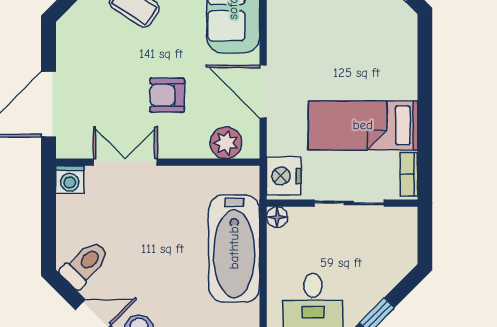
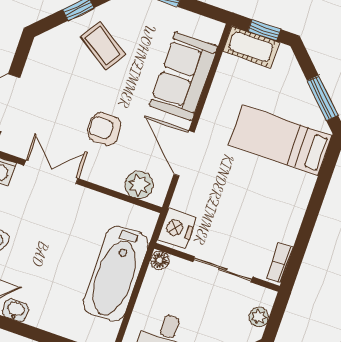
bed: (363, 125) -> (280, 140), moved
plant: (406, 241) -> (259, 317), added

